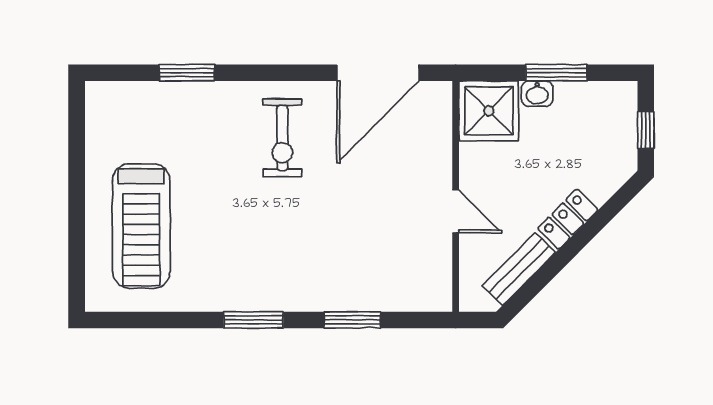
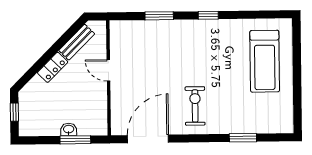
window: (556, 73) -> (75, 140), moved
shower: (489, 111) -> (93, 121), removed
treadmill: (141, 226) -> (265, 61), turned 180
window: (254, 320) -> (208, 15), width x0.67

